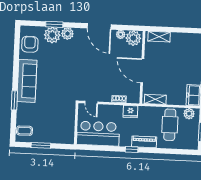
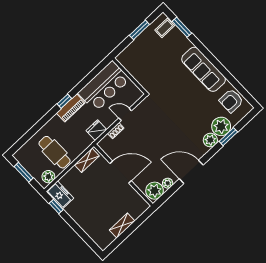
shelving: (159, 37) -> (122, 226), moved
armchair: (30, 44) -> (231, 101), turned 90
window: (14, 100) -> (182, 27), moved
door: (91, 102) -> (125, 114), moved
piano: (144, 142) -> (71, 108), moved

